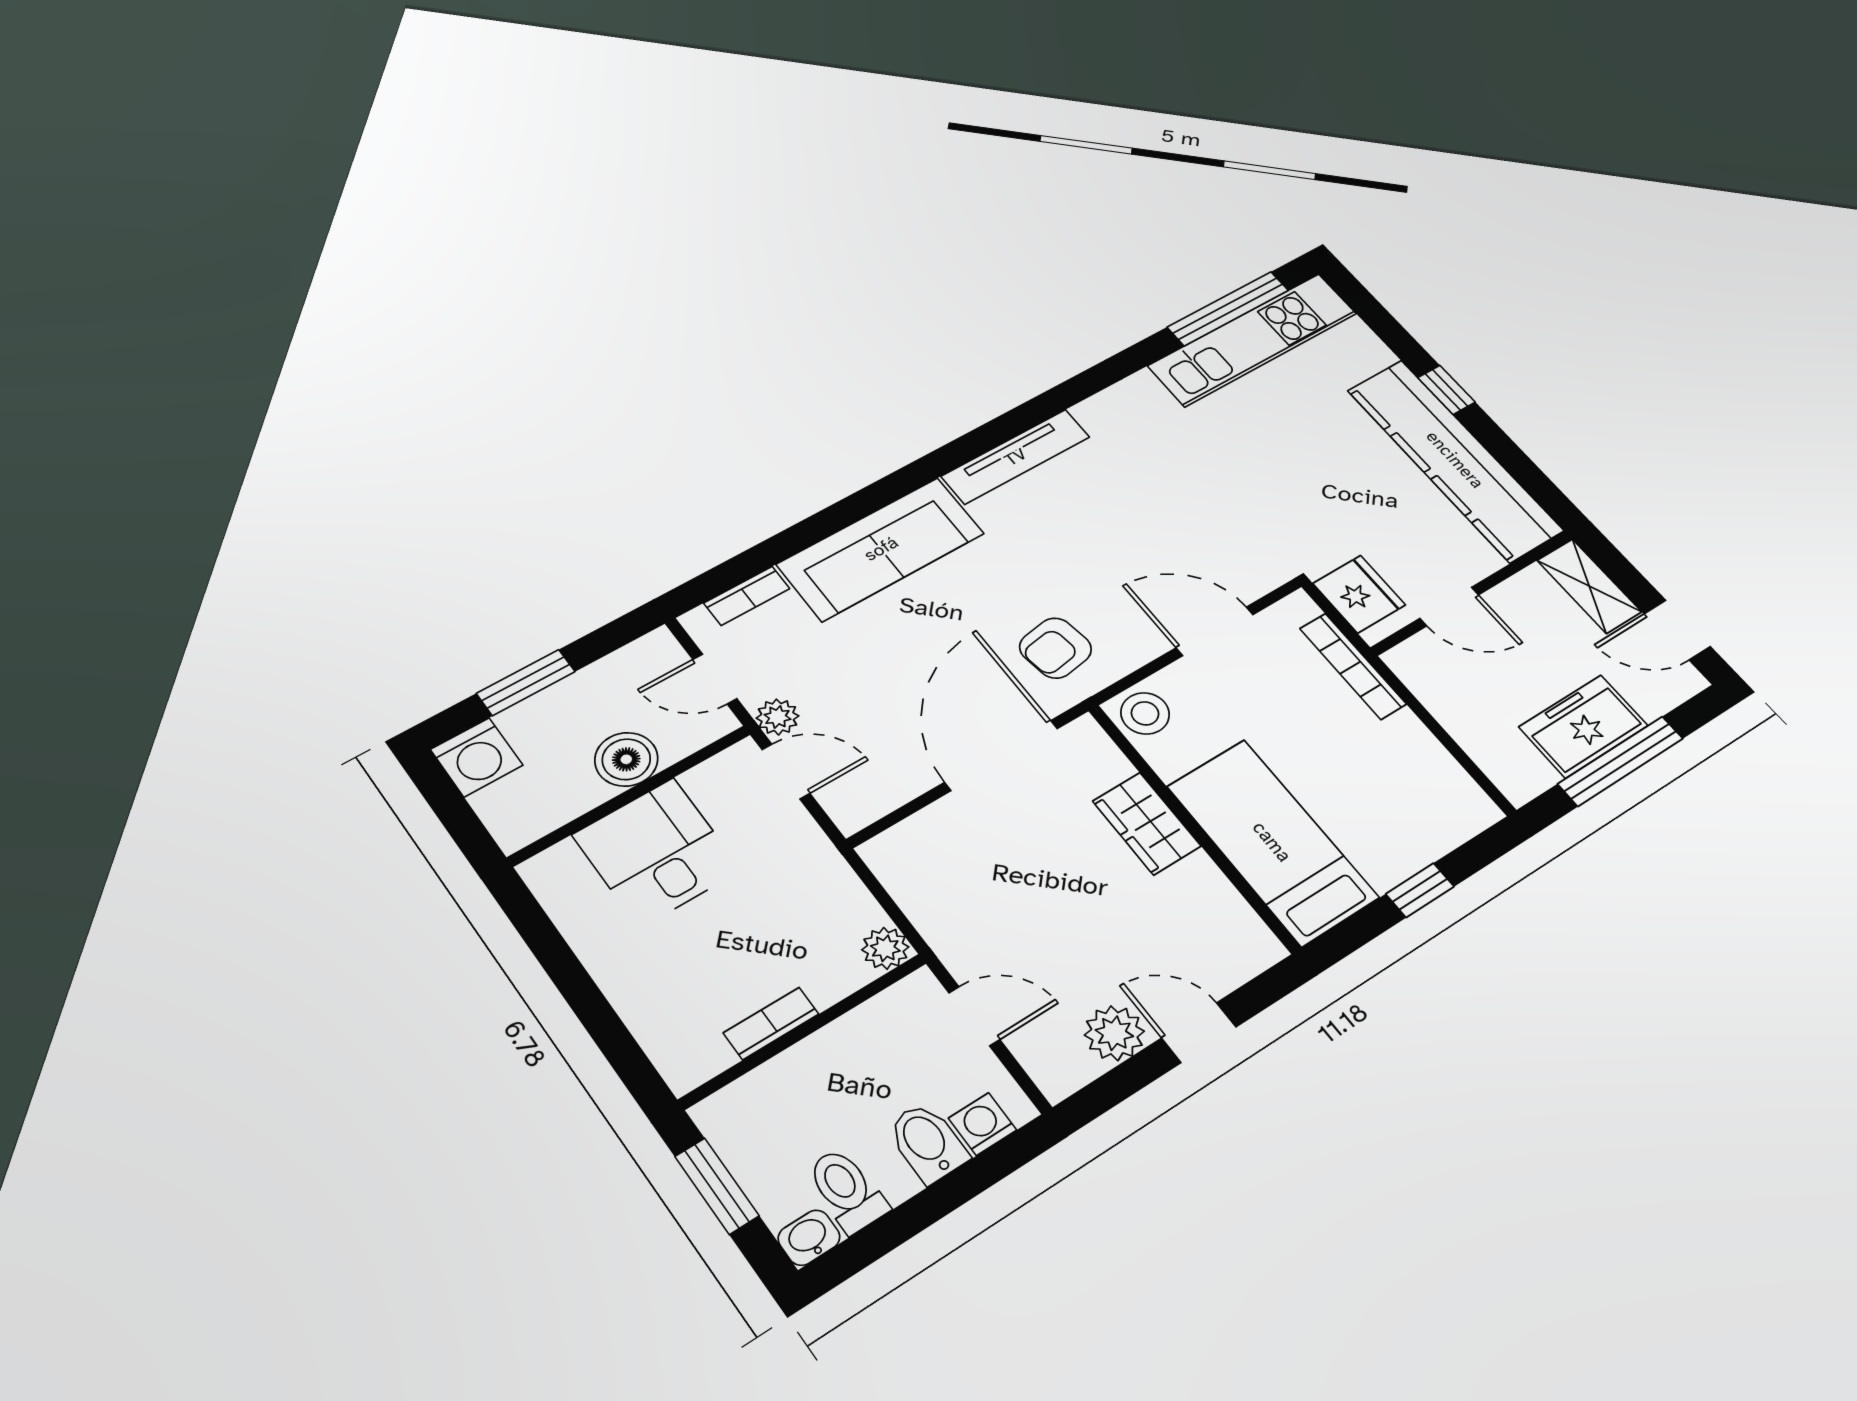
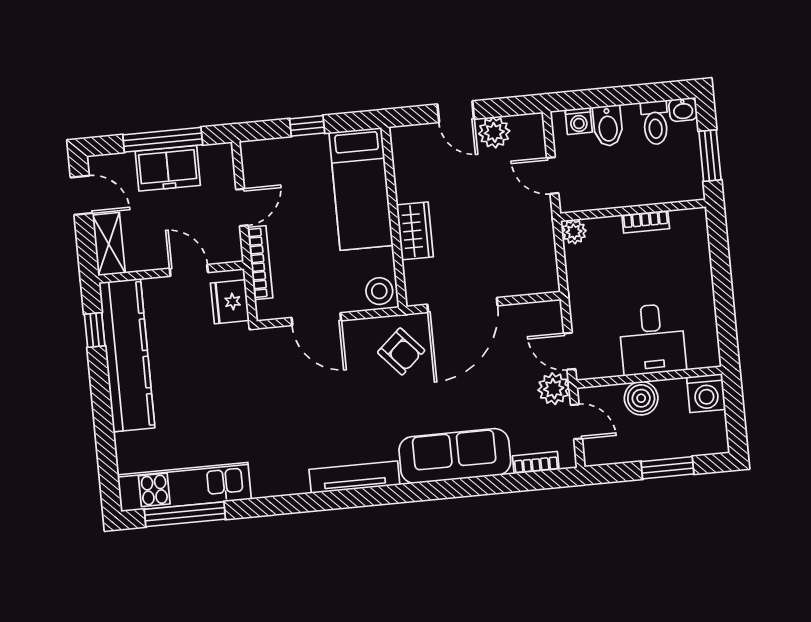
window: (1446, 390) -> (95, 330), moved
armchair: (1055, 648) -> (401, 351), turned 57
plant: (778, 717) -> (554, 389), width x1.38, depth x1.38
door: (1435, 727) -> (242, 207), added
washing machine: (477, 757) -> (706, 393), moved, turned 180

